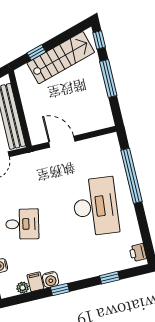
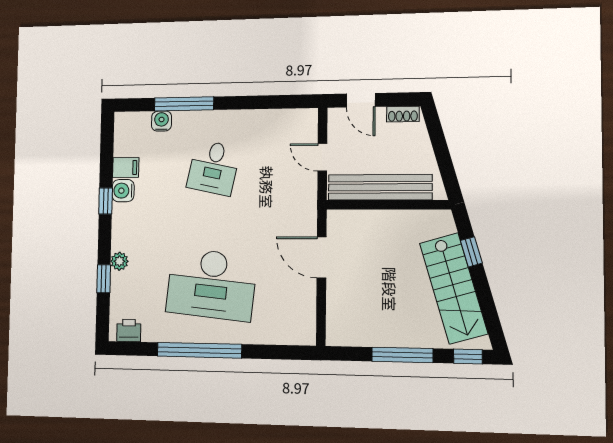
door: (62, 142) -> (322, 257), swing flipped
window: (132, 176) -> (199, 350), moved
plant: (23, 288) -> (119, 261), moved

